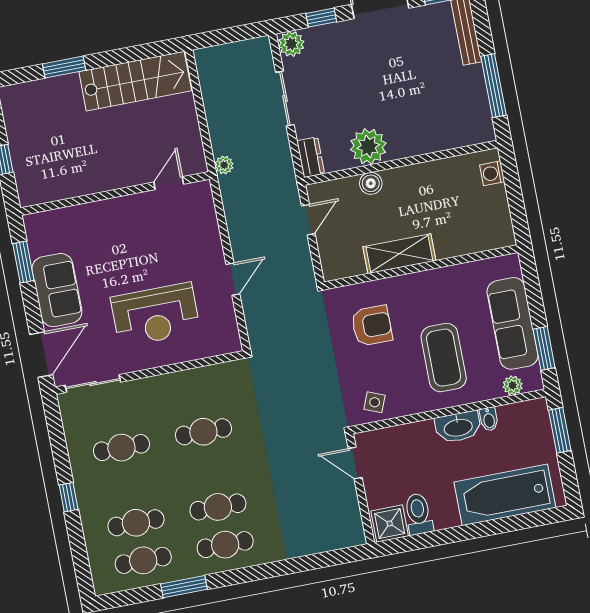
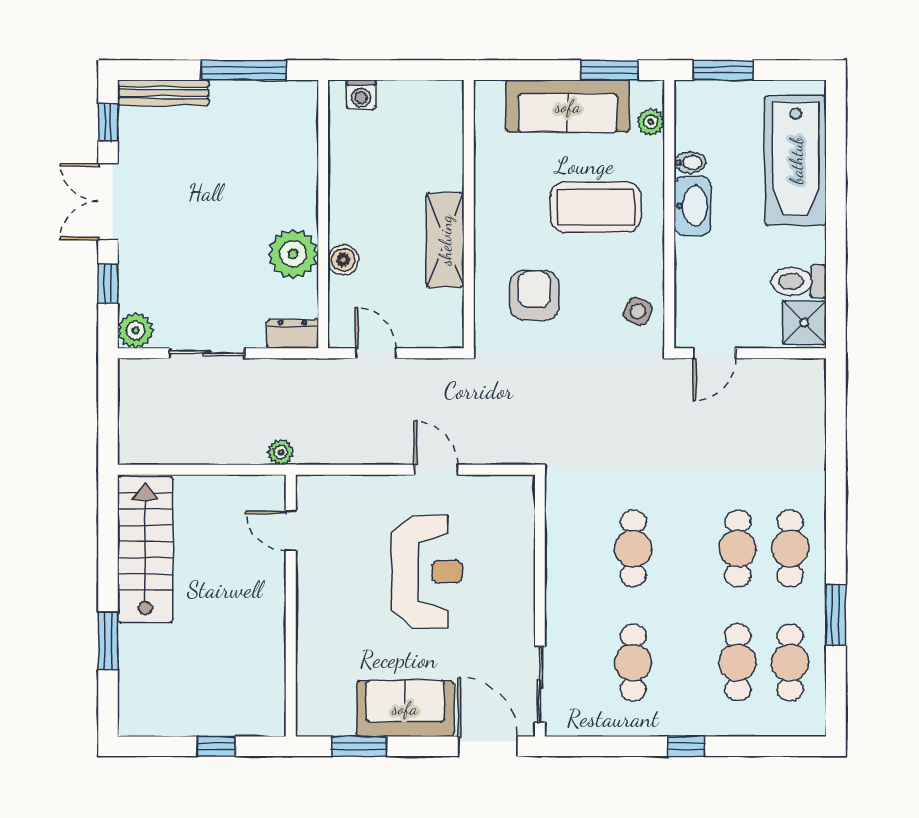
reception desk: (155, 315) -> (427, 571), moved

